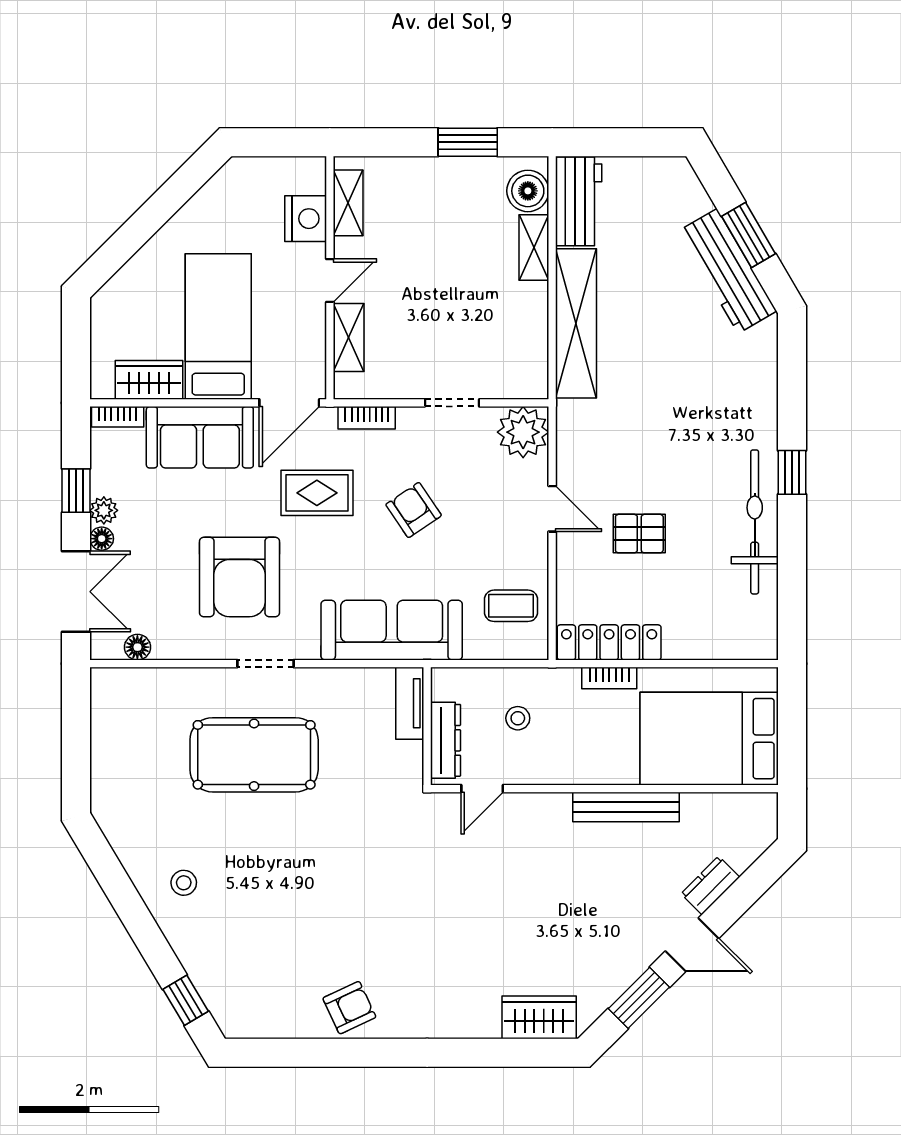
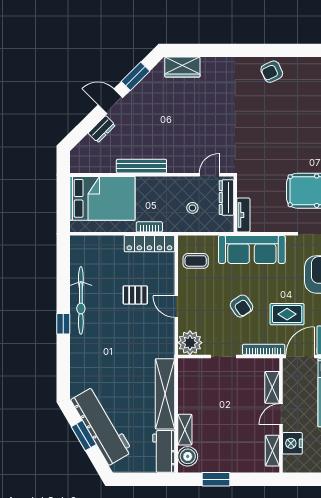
workbench: (728, 271) -> (102, 426), width x1.36, depth x1.32
bookcase: (367, 418) -> (264, 349), width x1.56

